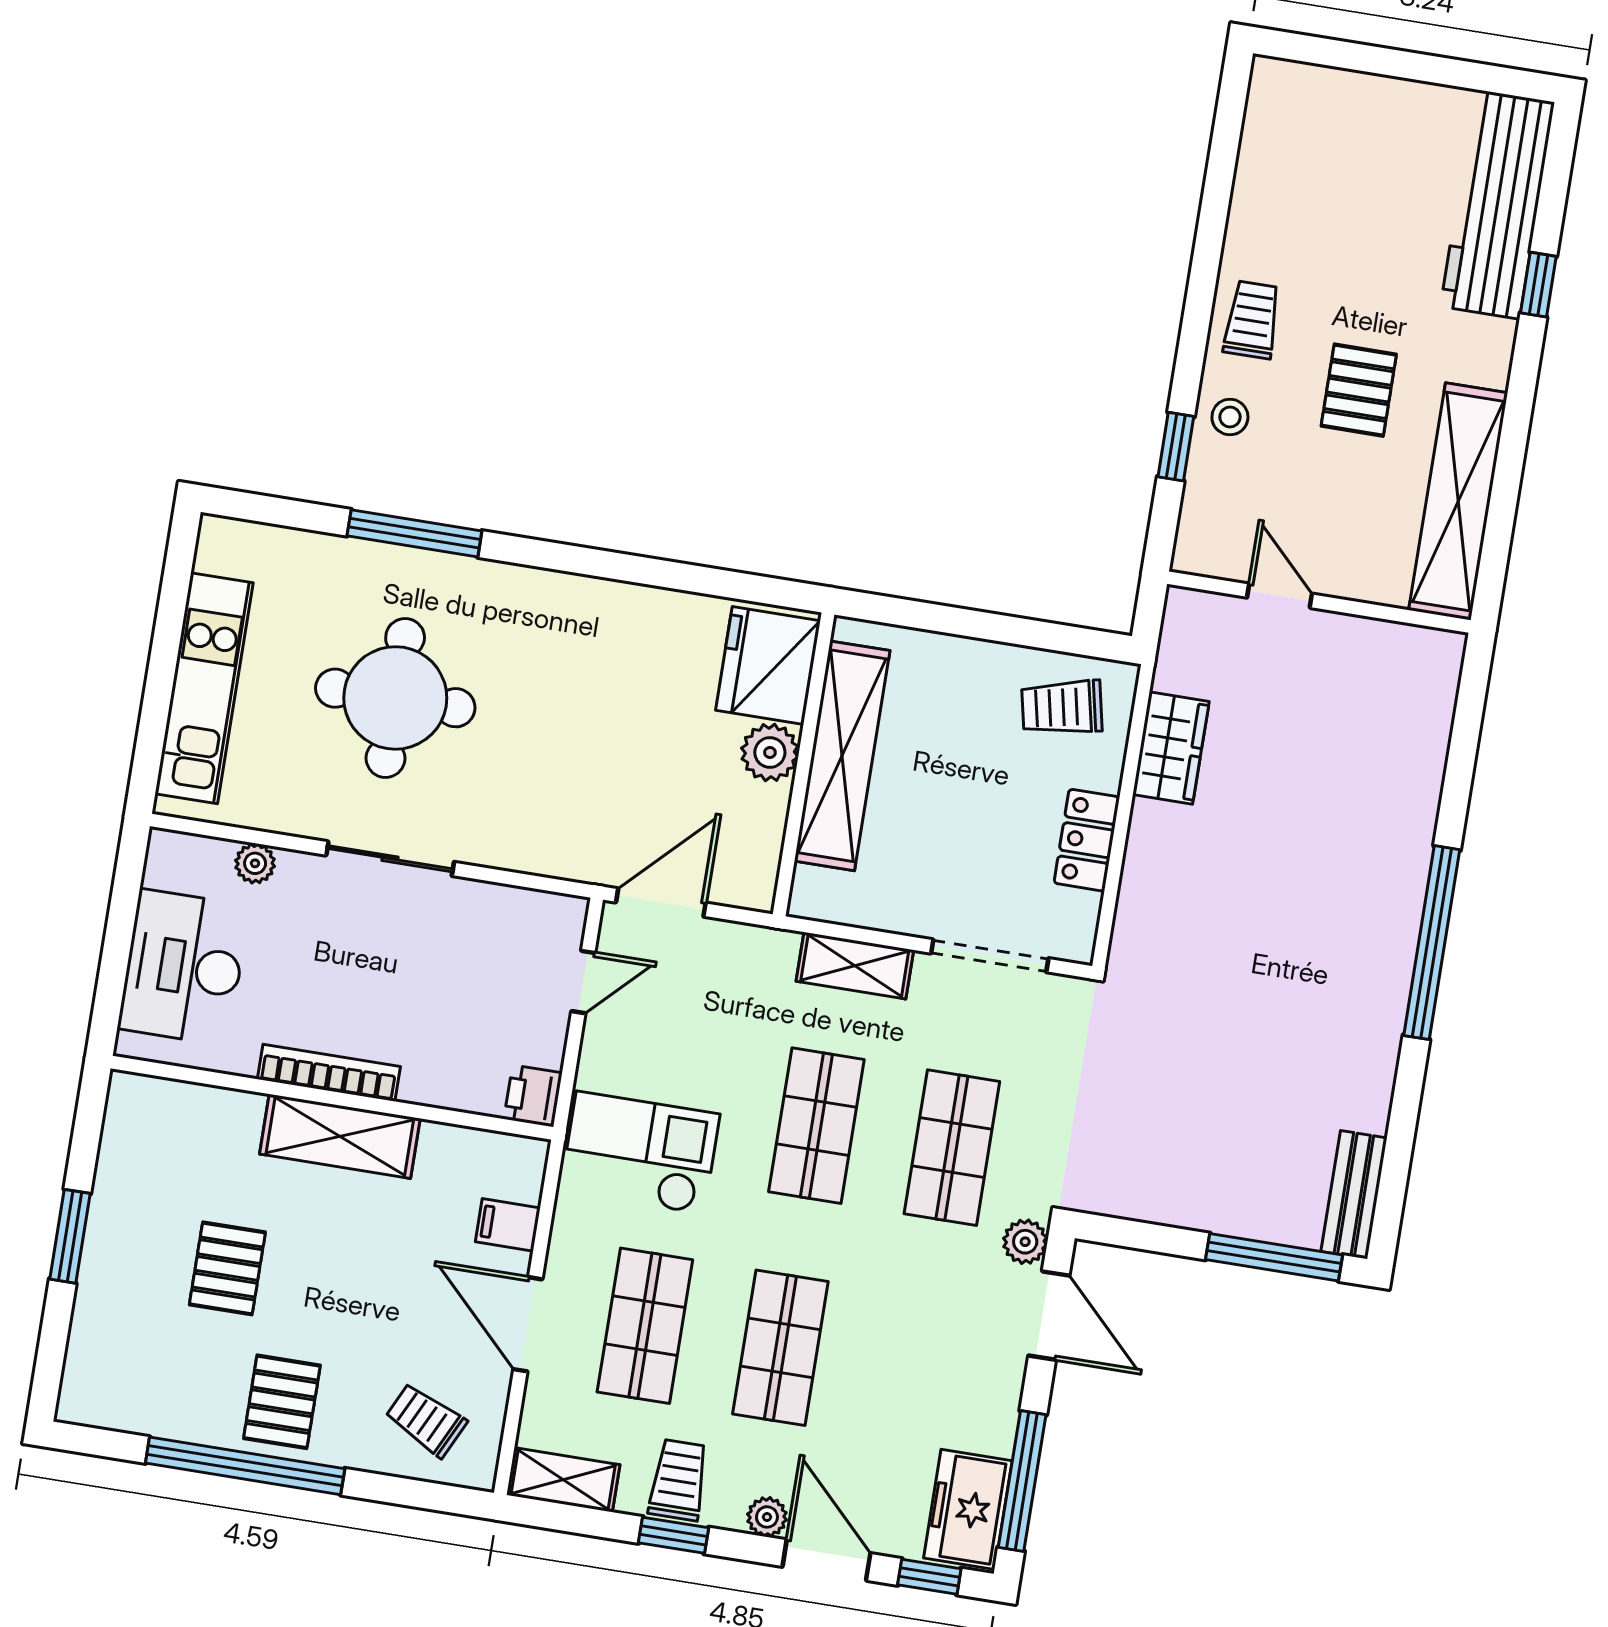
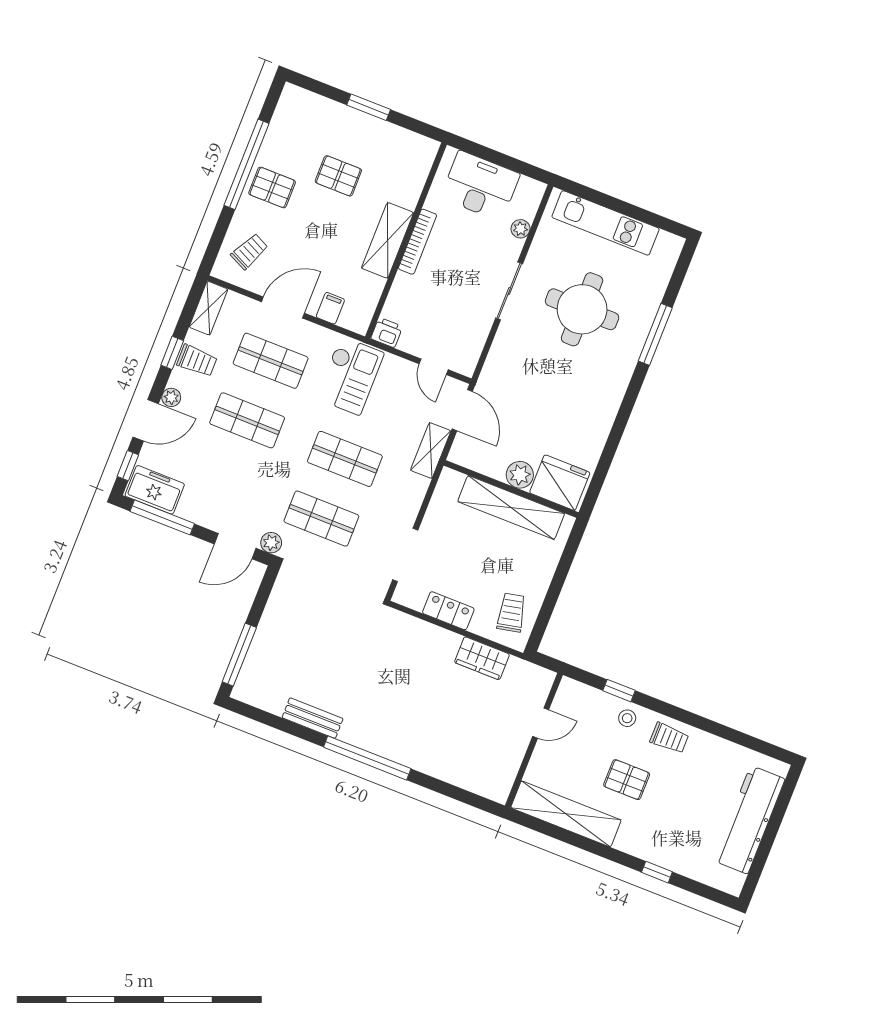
workbench: (1498, 204) -> (749, 820), moved, turned -90
shelving: (855, 966) -> (431, 451), moved
bench: (1354, 1195) -> (313, 718), moved

